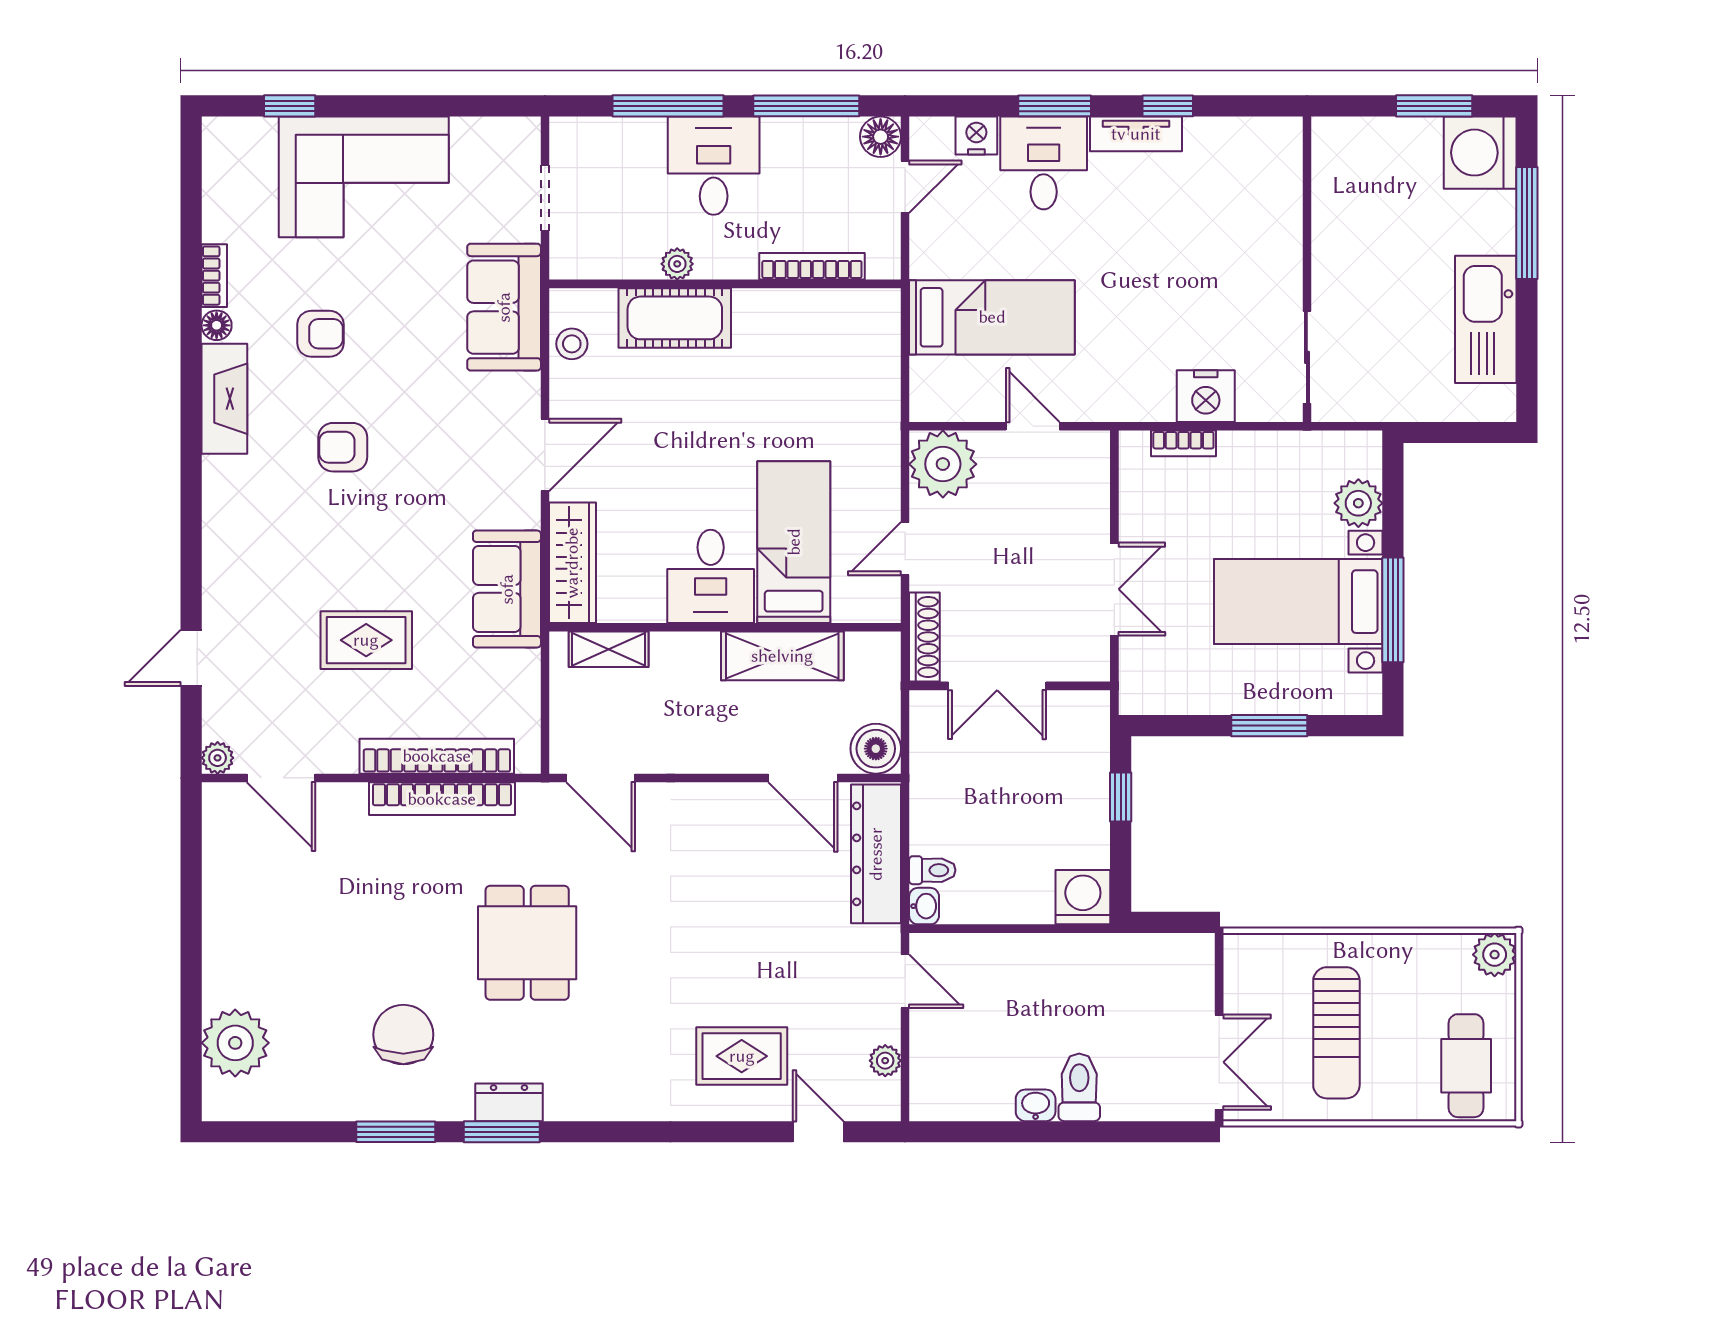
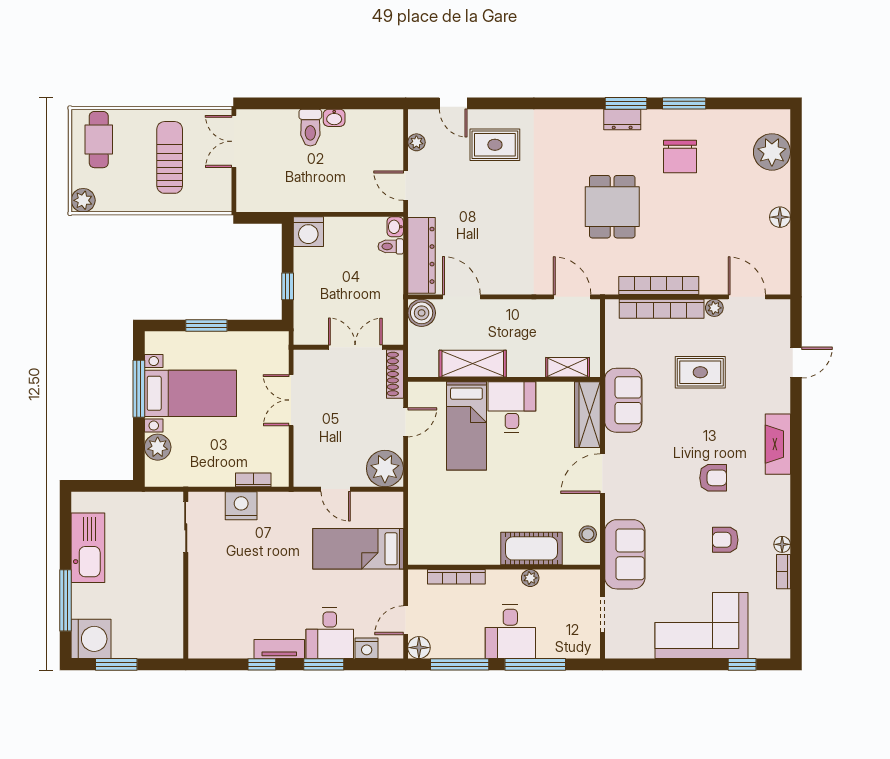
fireplace: (224, 399) -> (778, 444), moved
plant: (218, 758) -> (714, 308), moved
floor lamp: (220, 924) -> (780, 217), added

